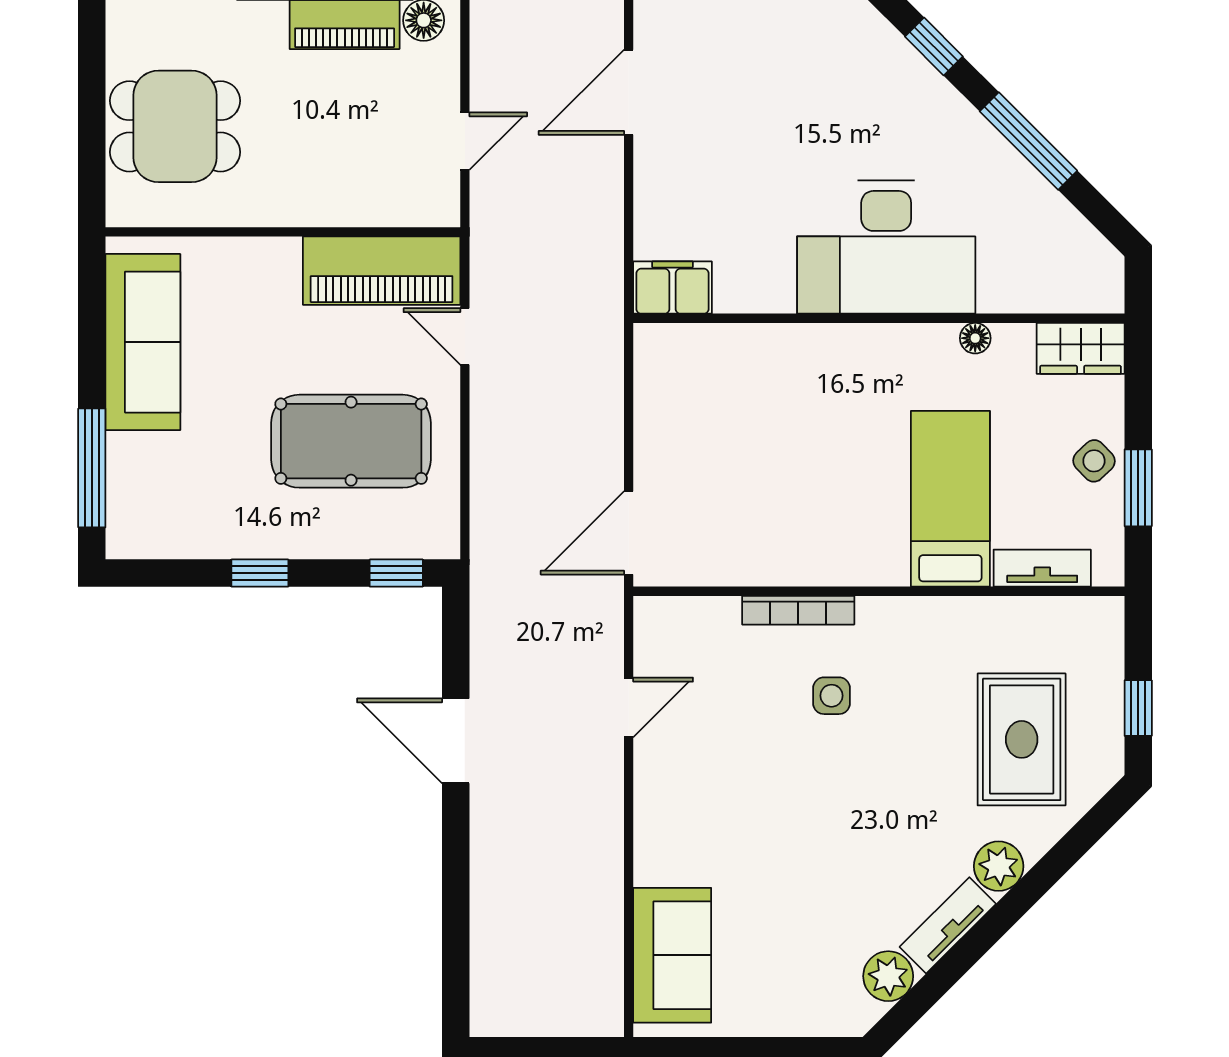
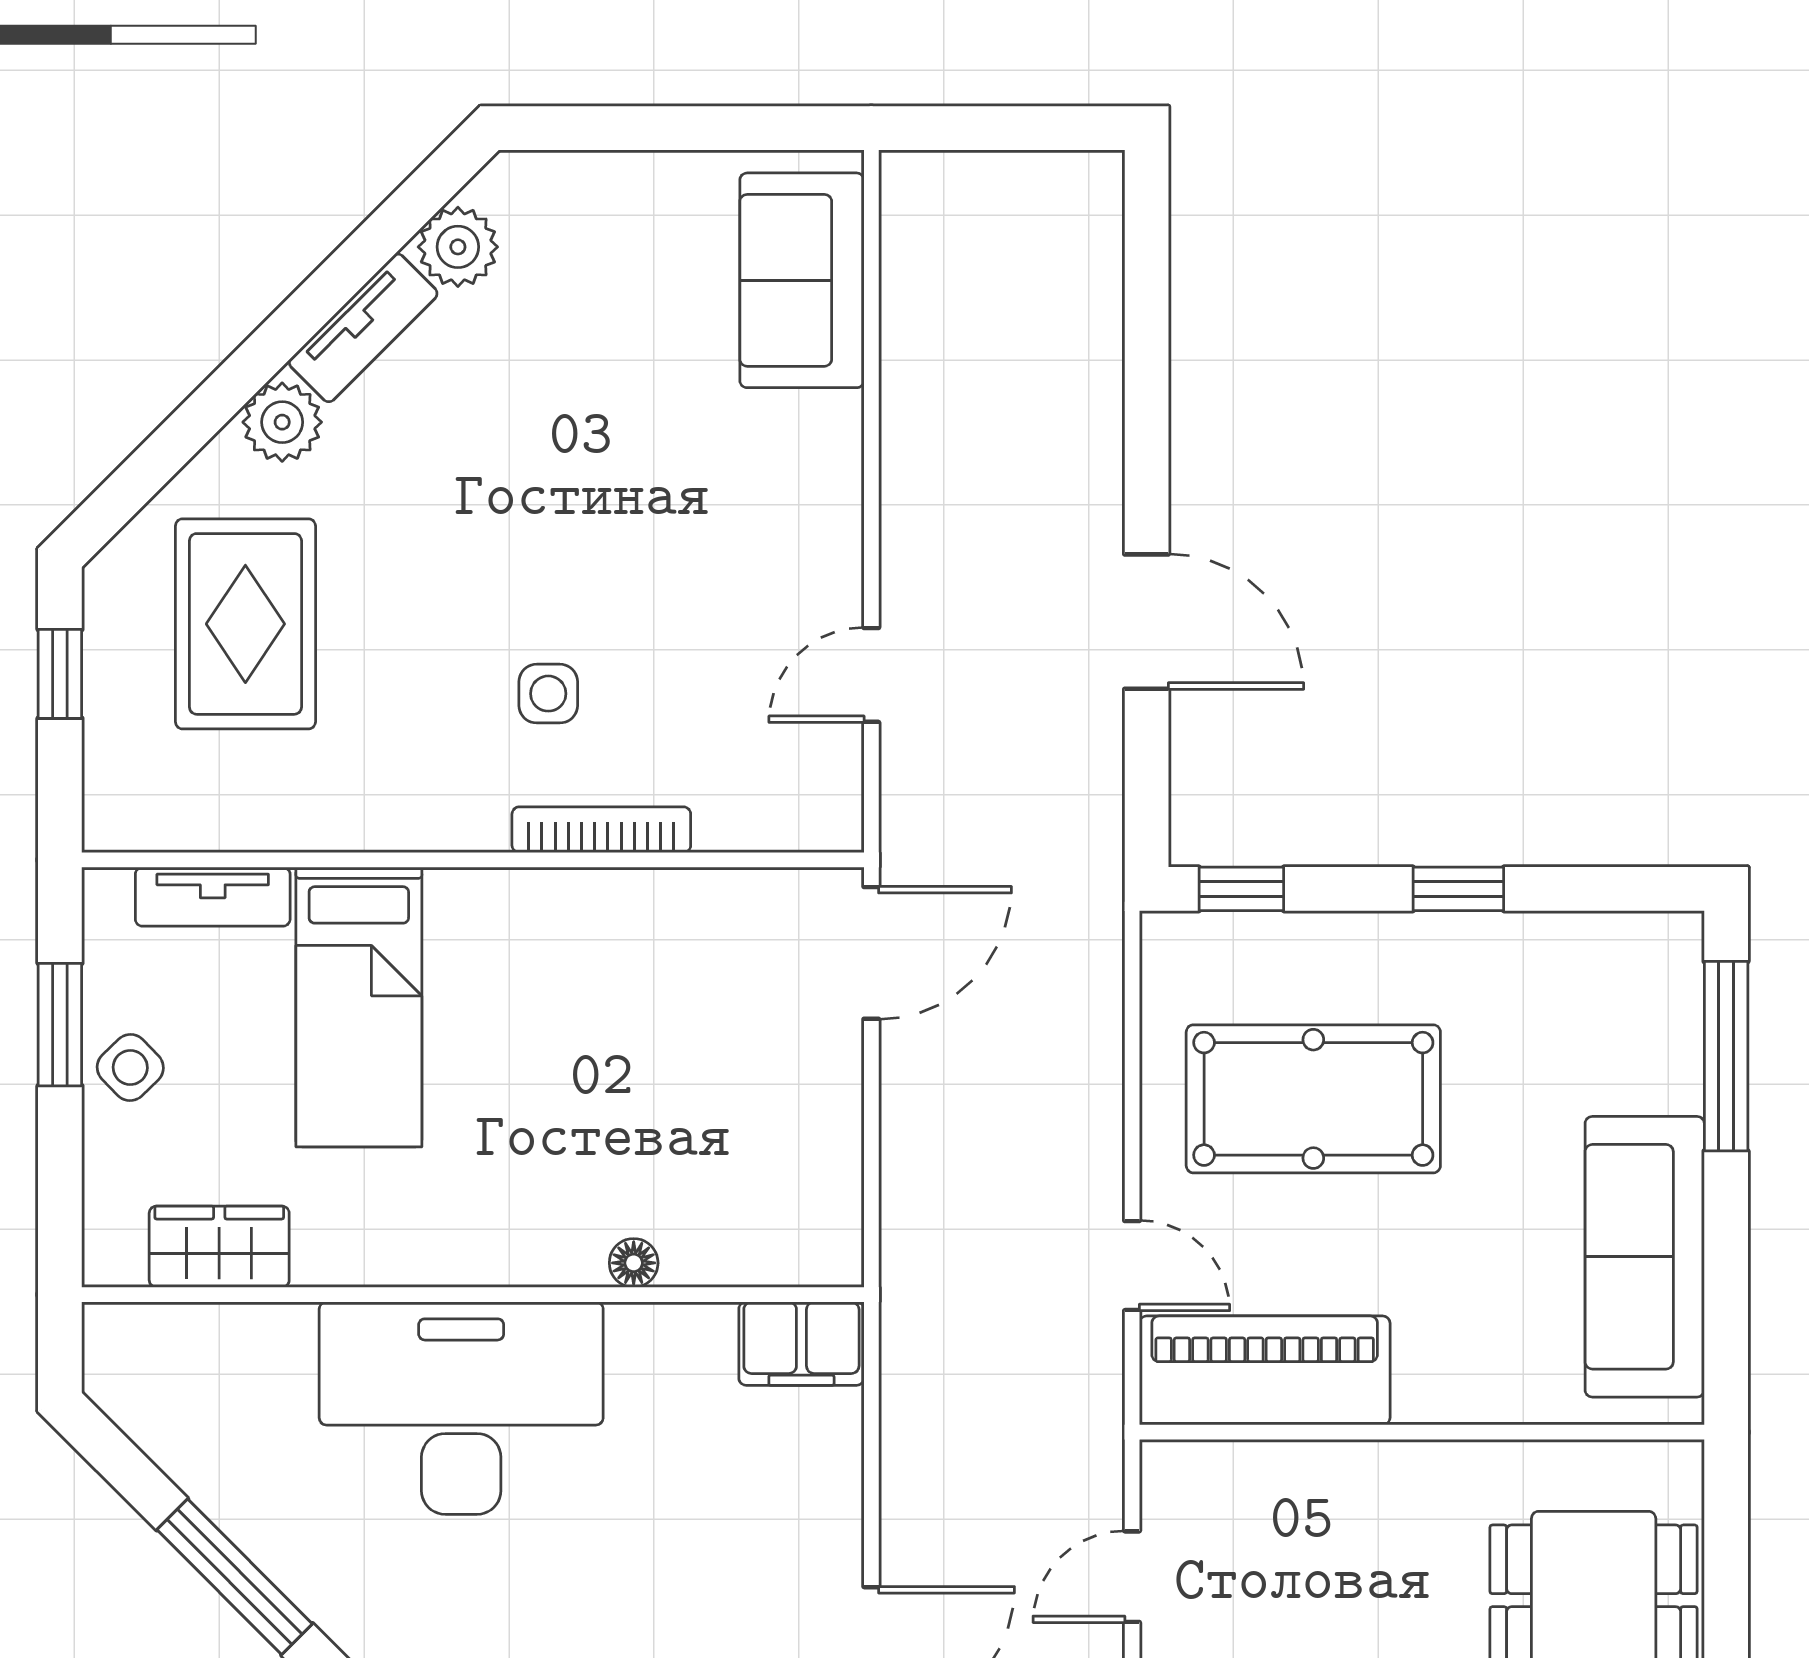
floor lamp: (975, 338) -> (634, 1263), moved
wardrobe: (1081, 348) -> (219, 1247), moved

